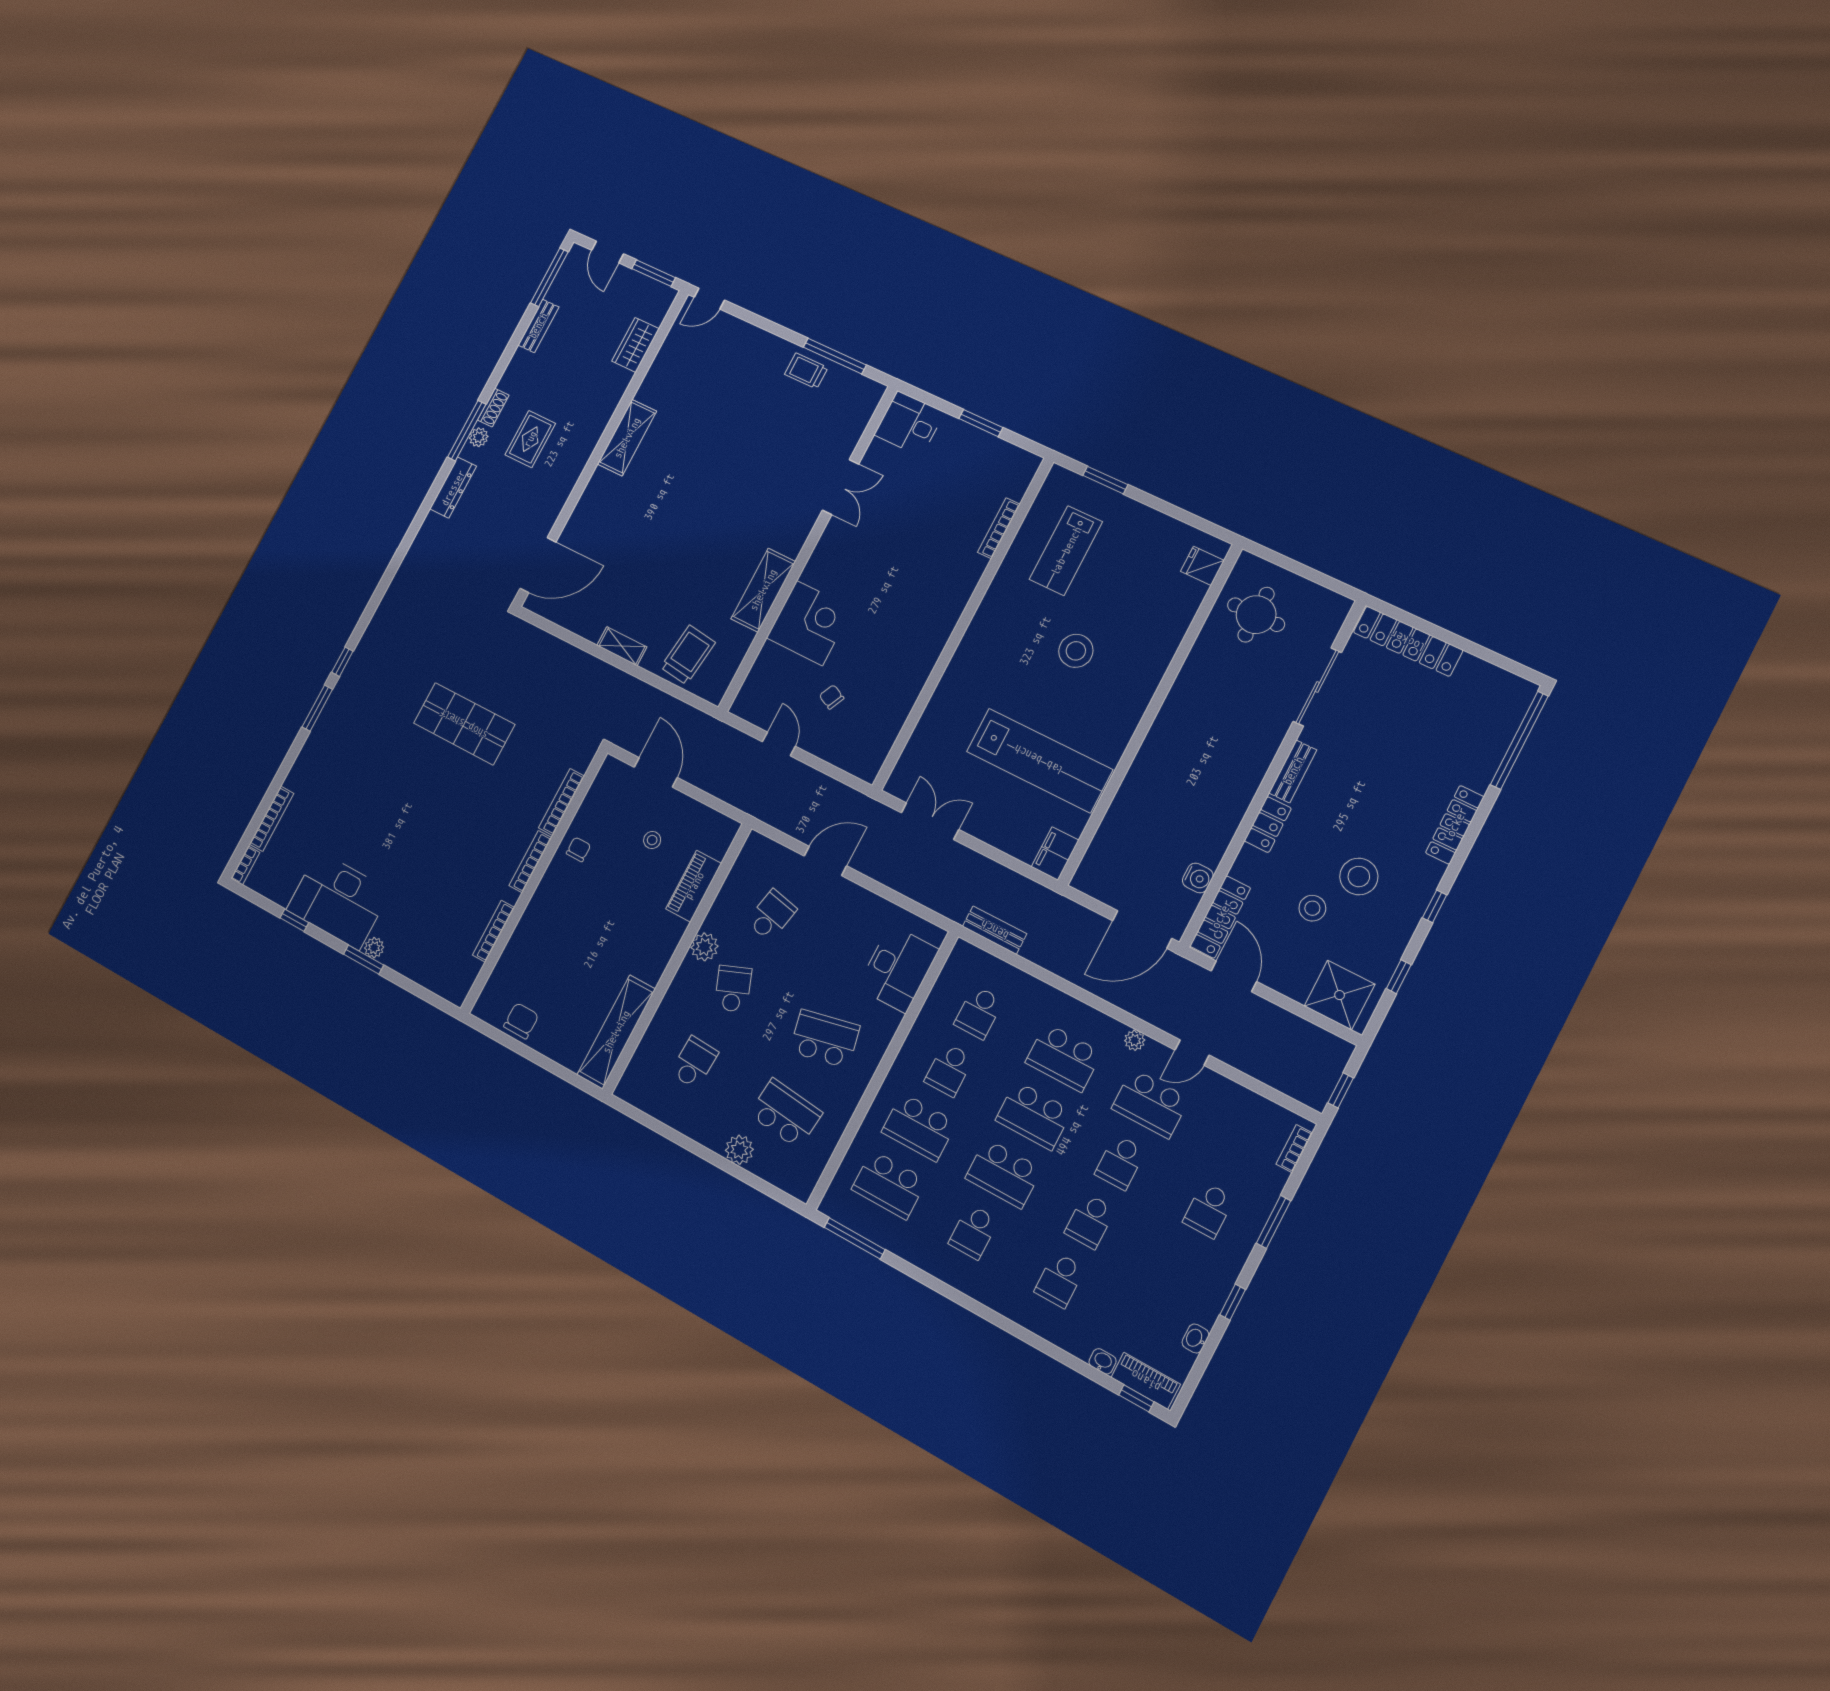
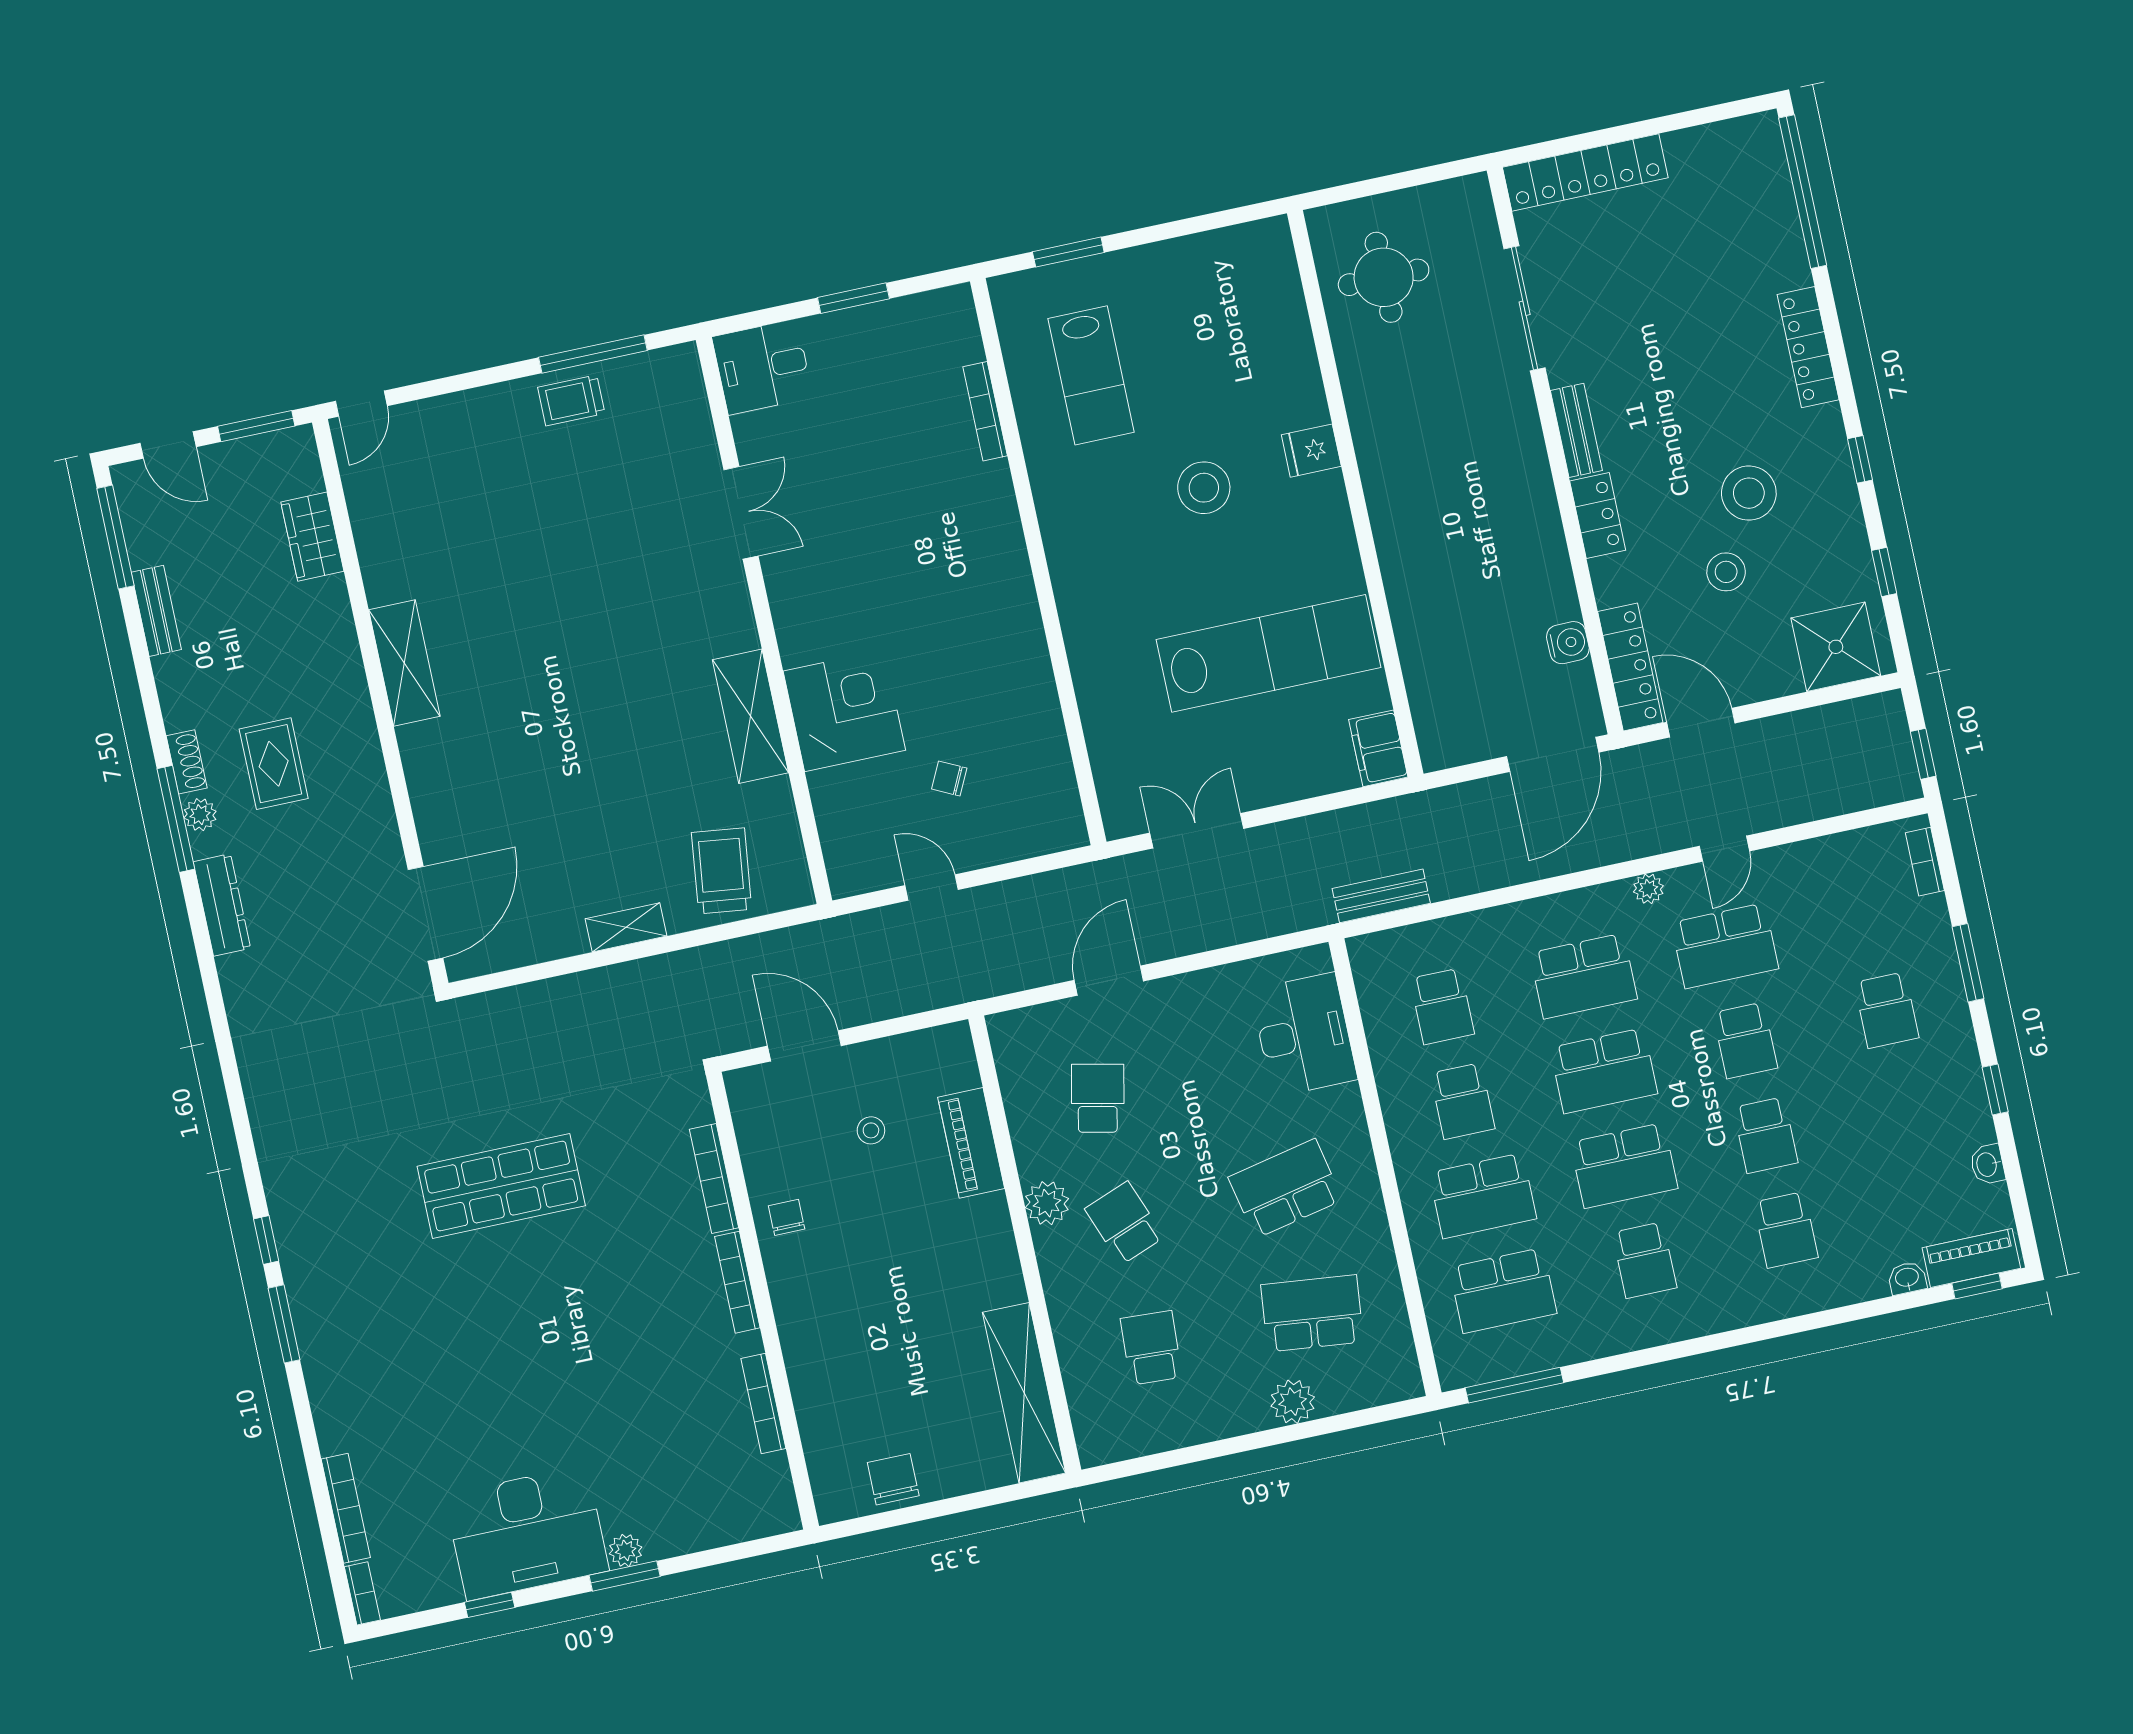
fridge: (1202, 566) -> (1311, 451), moved

